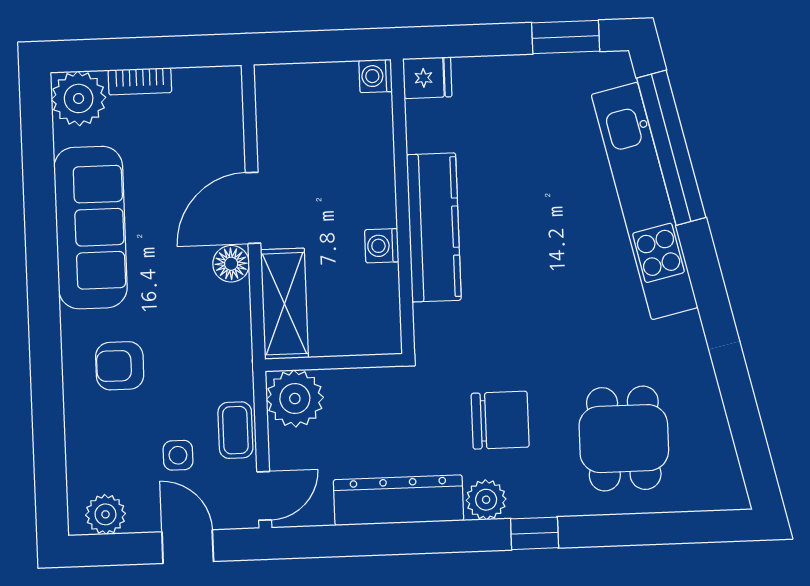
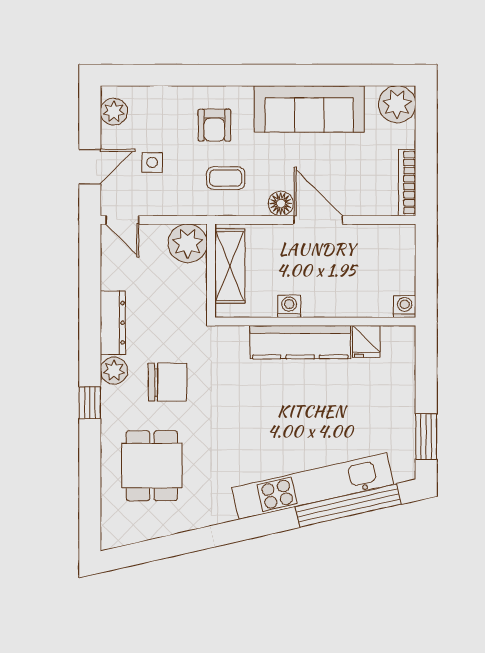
fridge: (427, 78) -> (366, 342), moved
bookcase: (140, 81) -> (407, 183), moved, width x1.56
shelving: (284, 304) -> (230, 266), moved, turned 90
armchair: (120, 366) -> (214, 125), turned 180
chair: (500, 420) -> (168, 382), turned -90
coffee table: (235, 430) -> (226, 178), moved
dining table: (624, 439) -> (152, 466), turned 90
dresser: (399, 500) -> (113, 323), width x0.73, depth x0.80

